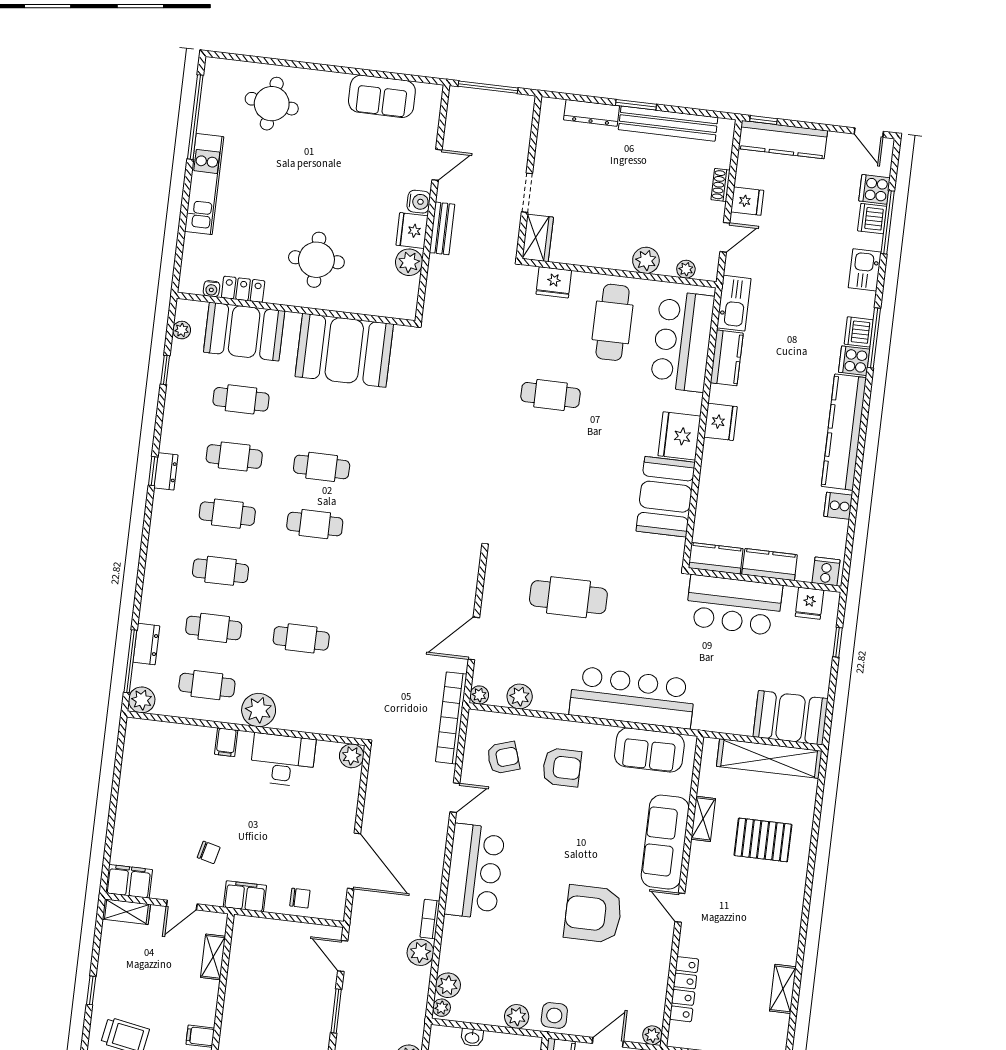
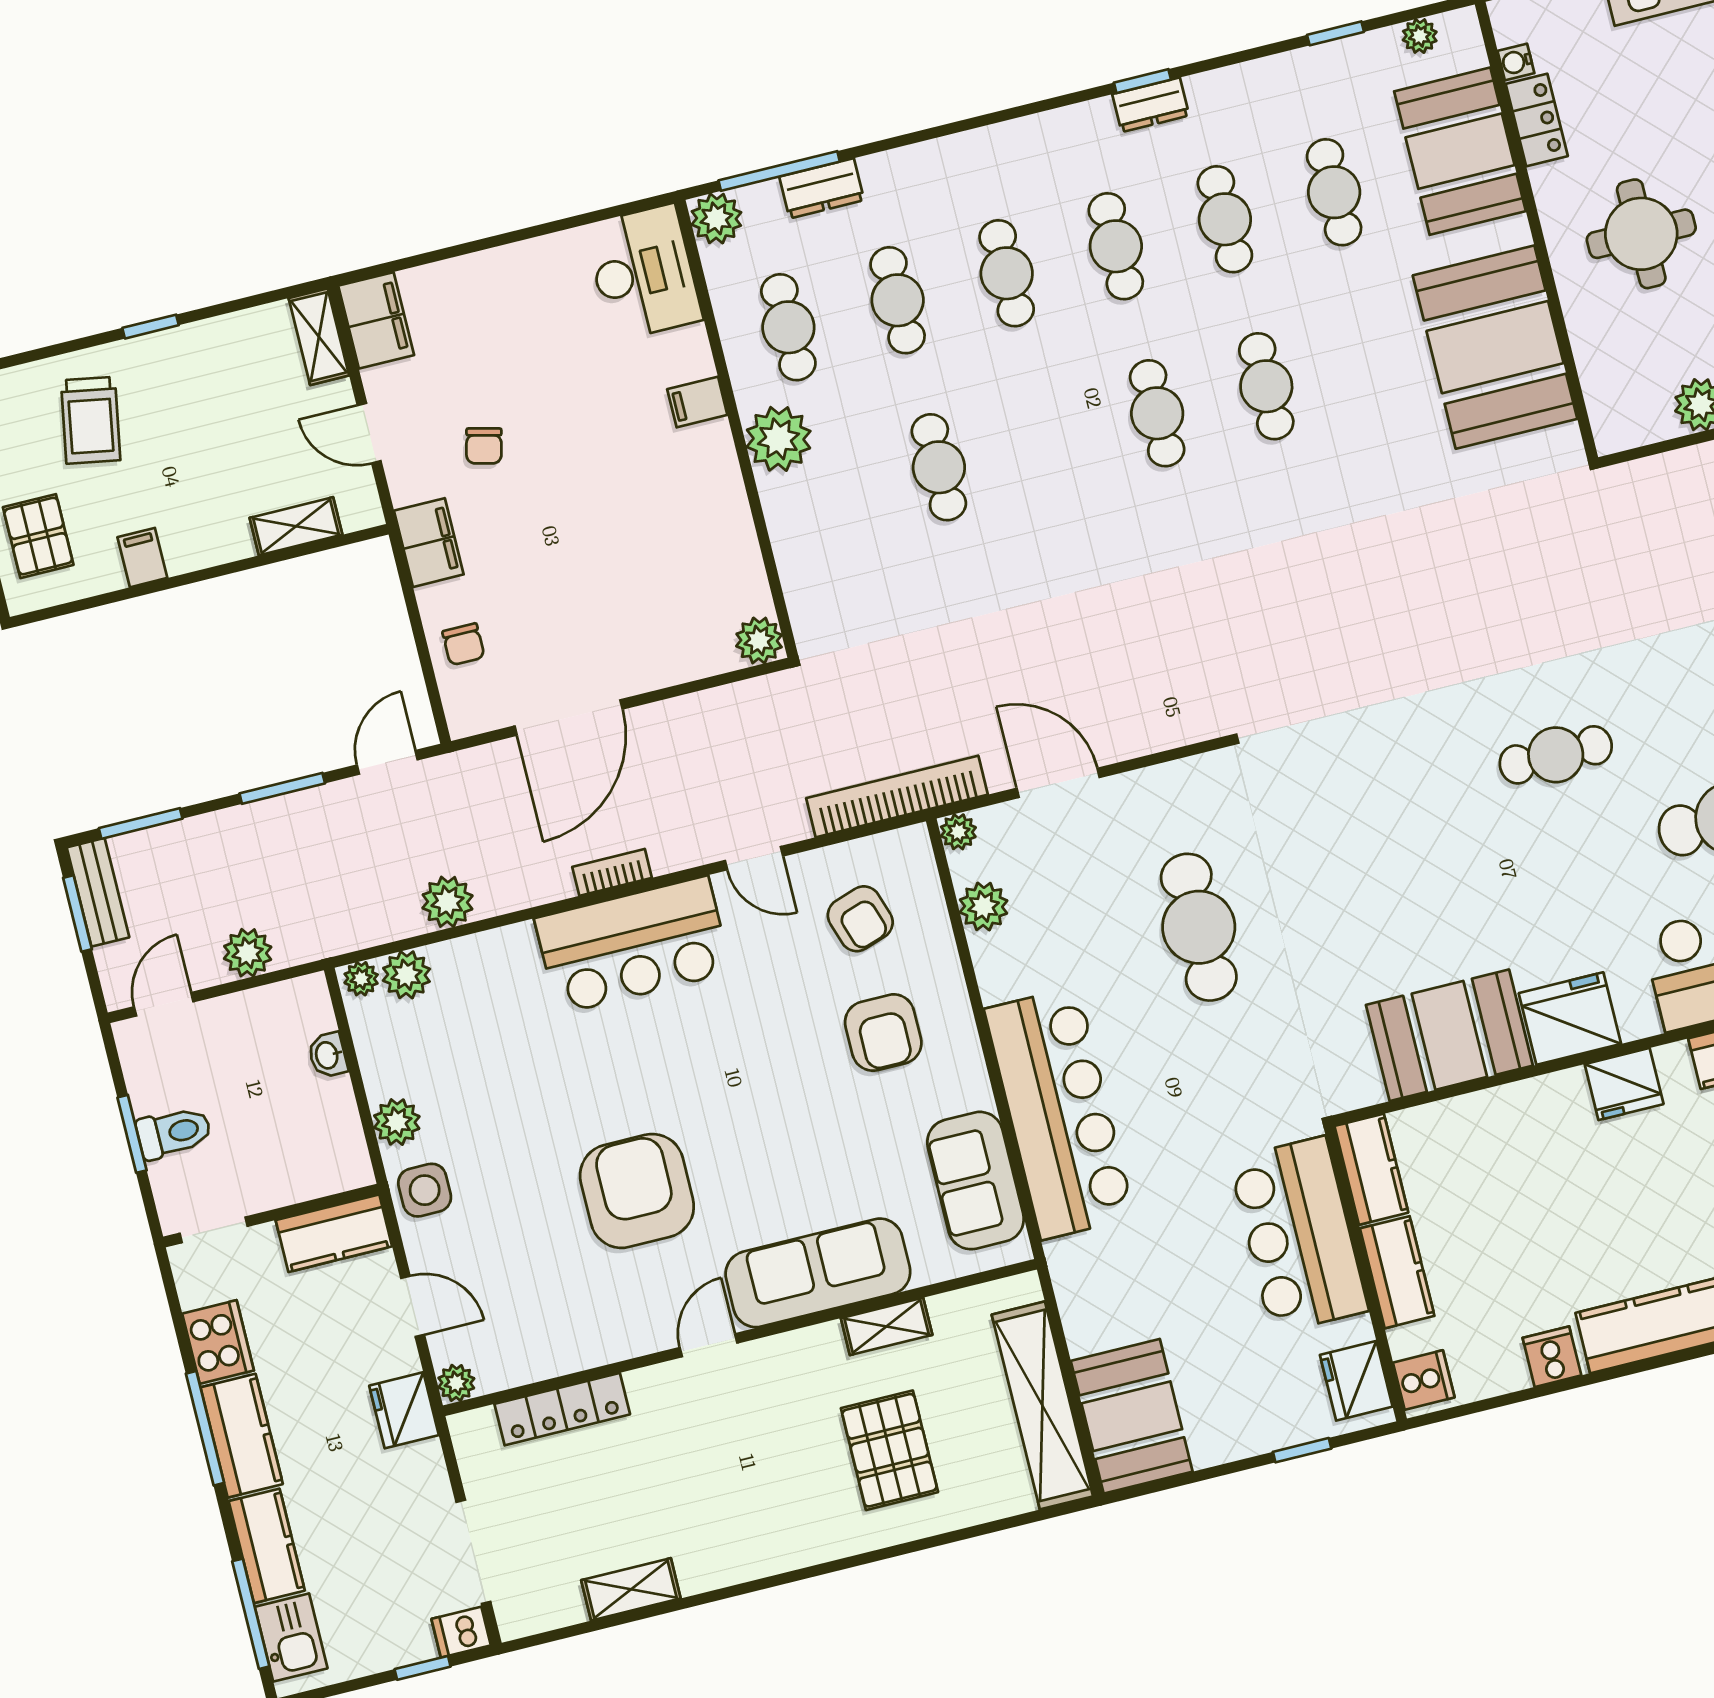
cafe table: (551, 395) -> (1556, 755), turned 90
fridge: (809, 603) -> (1356, 1381), width x1.38
desk: (283, 760) -> (643, 272), moved
bookcase: (430, 919) -> (612, 872), moved

